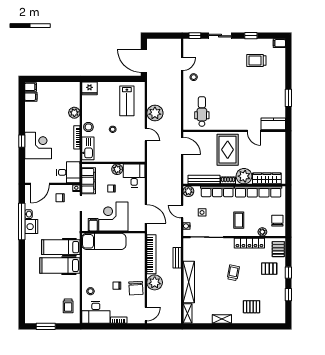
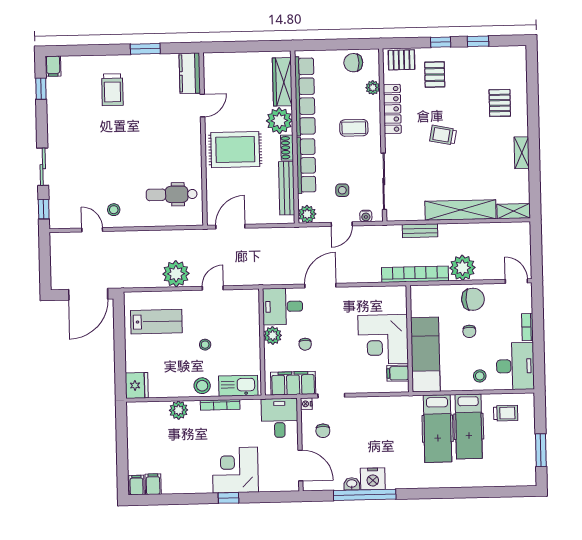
window: (251, 36) -> (41, 89), moved
trolley: (256, 61) -> (112, 90), moved
door: (146, 214) -> (320, 286), moved
corner desk: (113, 217) -> (383, 339), moved
filing cabinet: (93, 225) -> (398, 373), moved
wall: (113, 232) -> (409, 339), moved
exam couch: (104, 241) -> (425, 354), moved
hospital bed: (61, 247) -> (469, 426), moved

